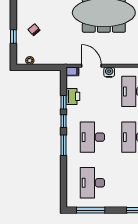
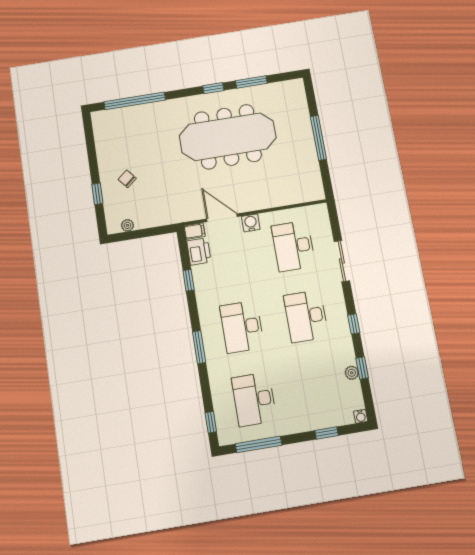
printer: (73, 96) -> (199, 251), moved
window: (64, 121) -> (211, 422), moved

